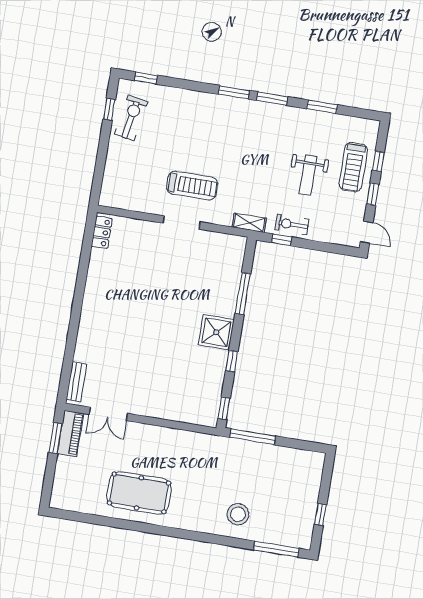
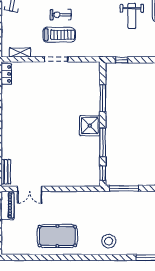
shelving: (249, 223) -> (20, 52), moved
exercise bike: (292, 224) -> (61, 15), moved
window: (232, 361) -> (103, 142), width x2.17
stool: (238, 514) -> (109, 241), moved

